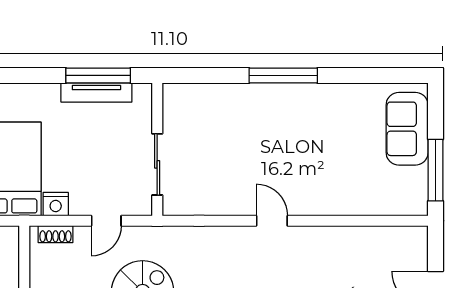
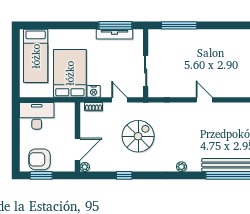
window: (283, 75) -> (179, 25), moved
door: (106, 221) -> (119, 100), swing flipped

